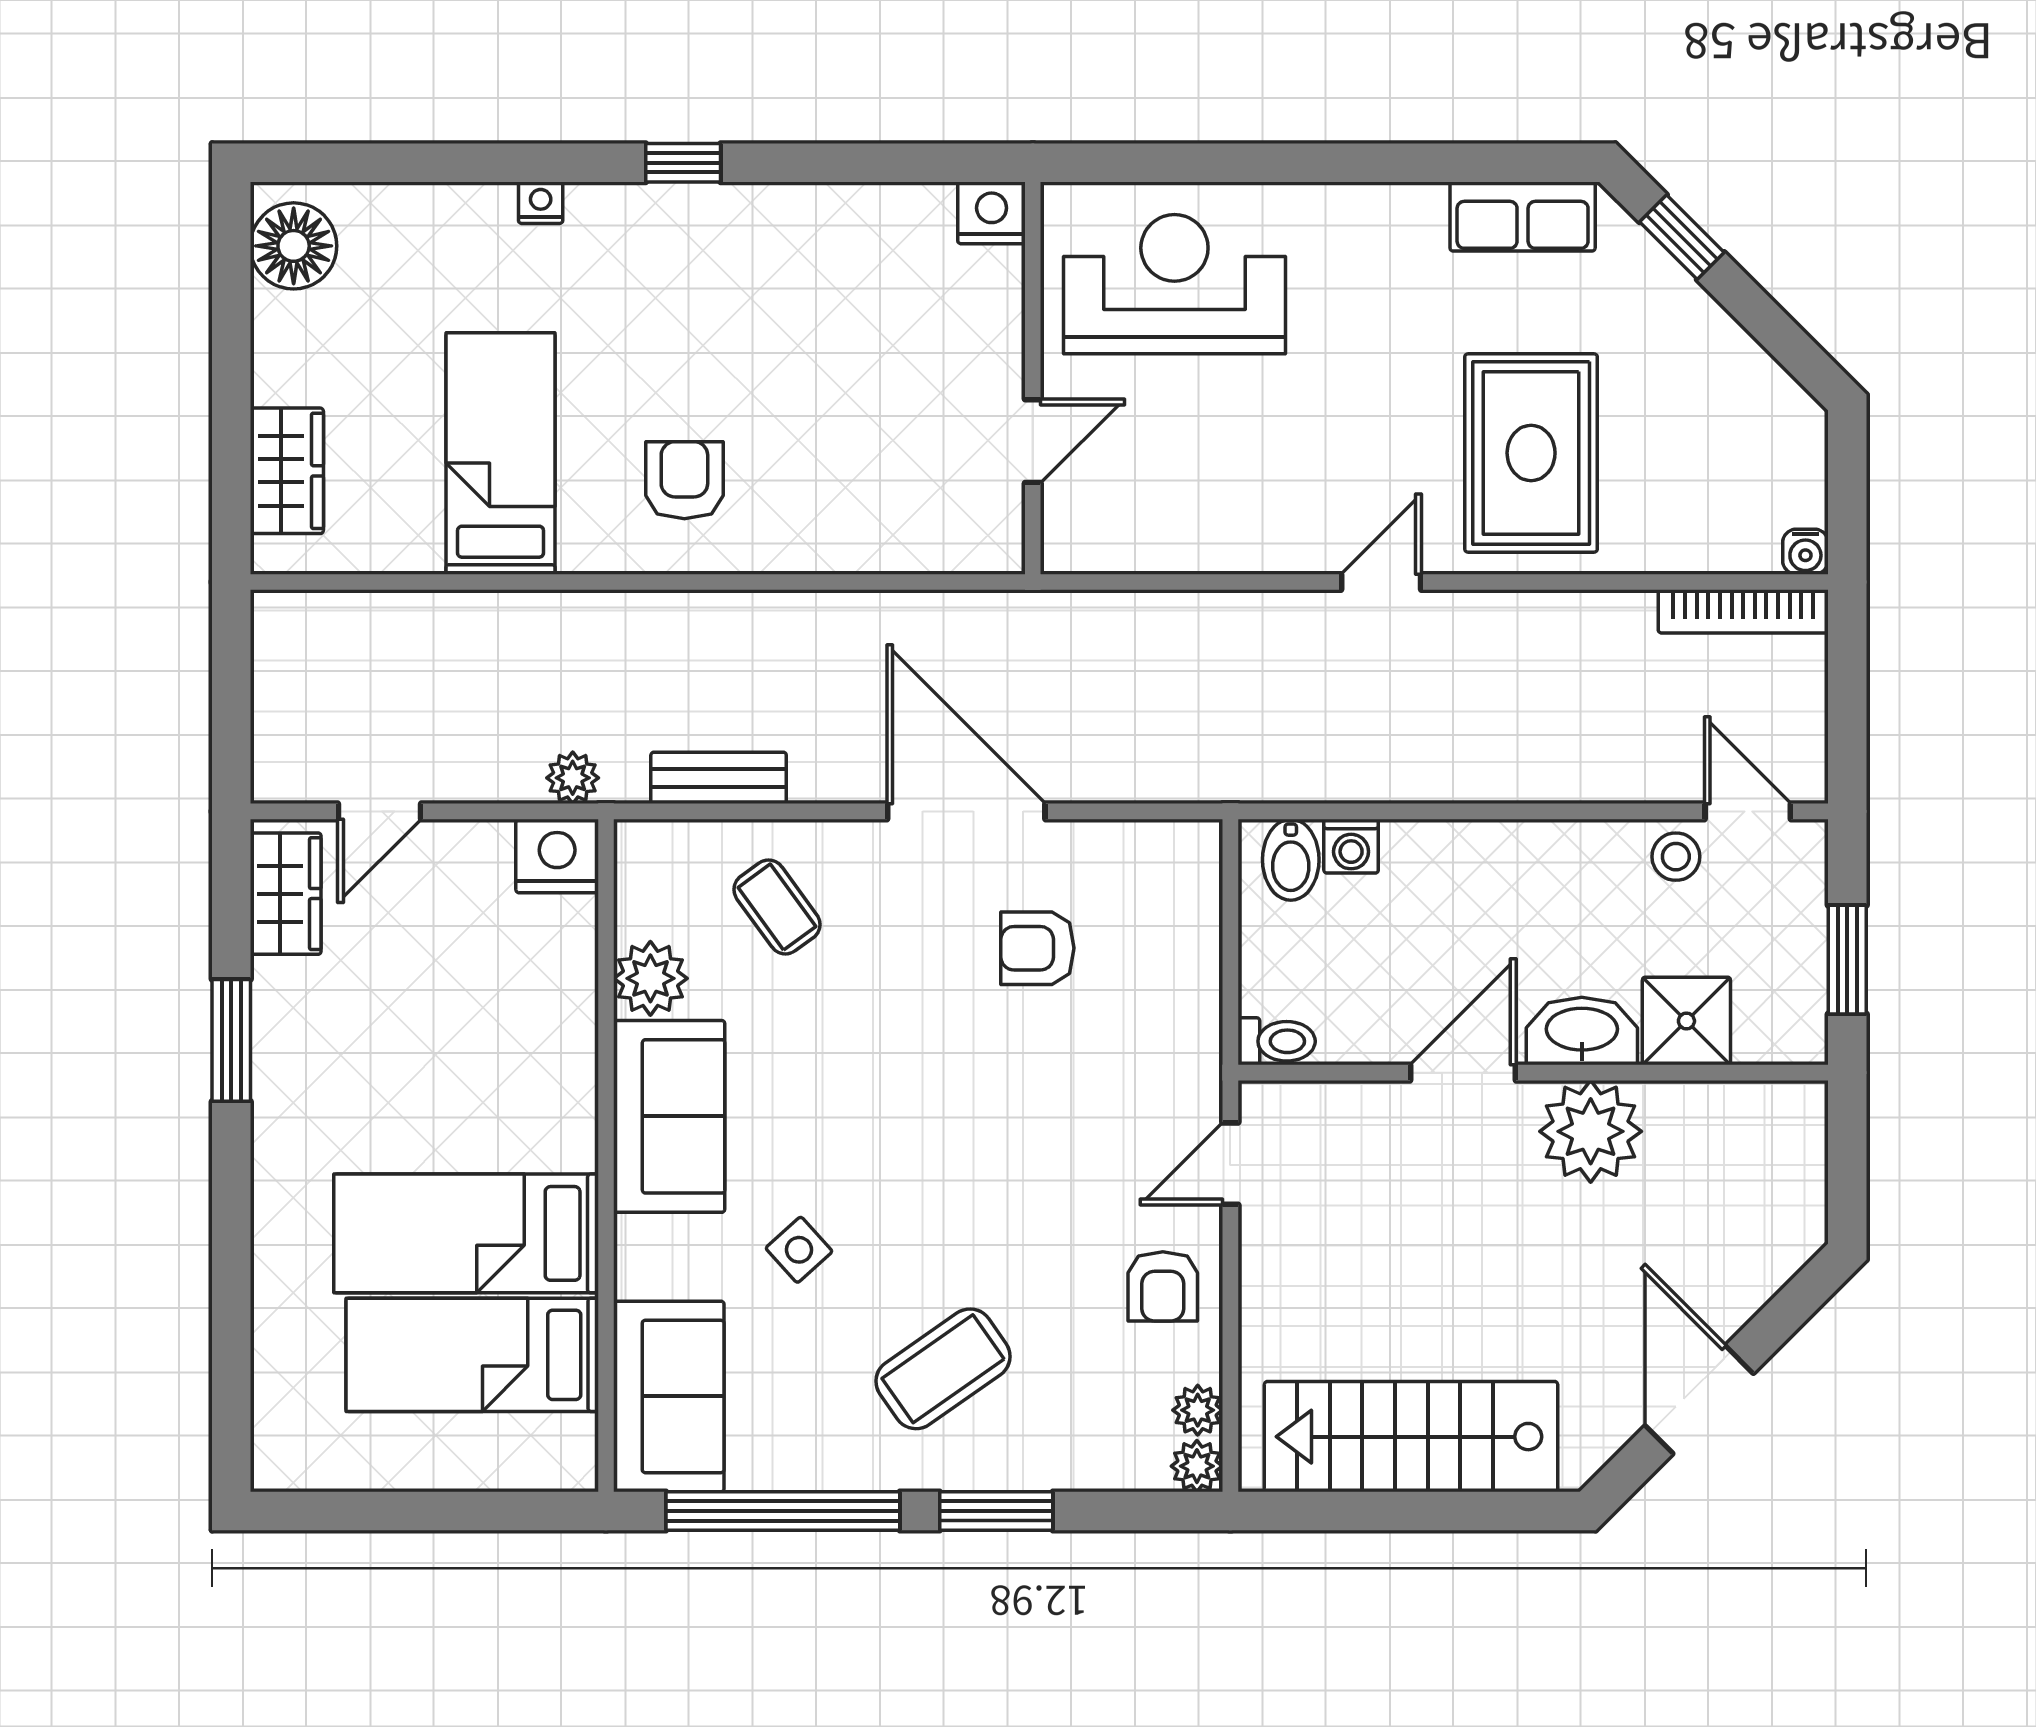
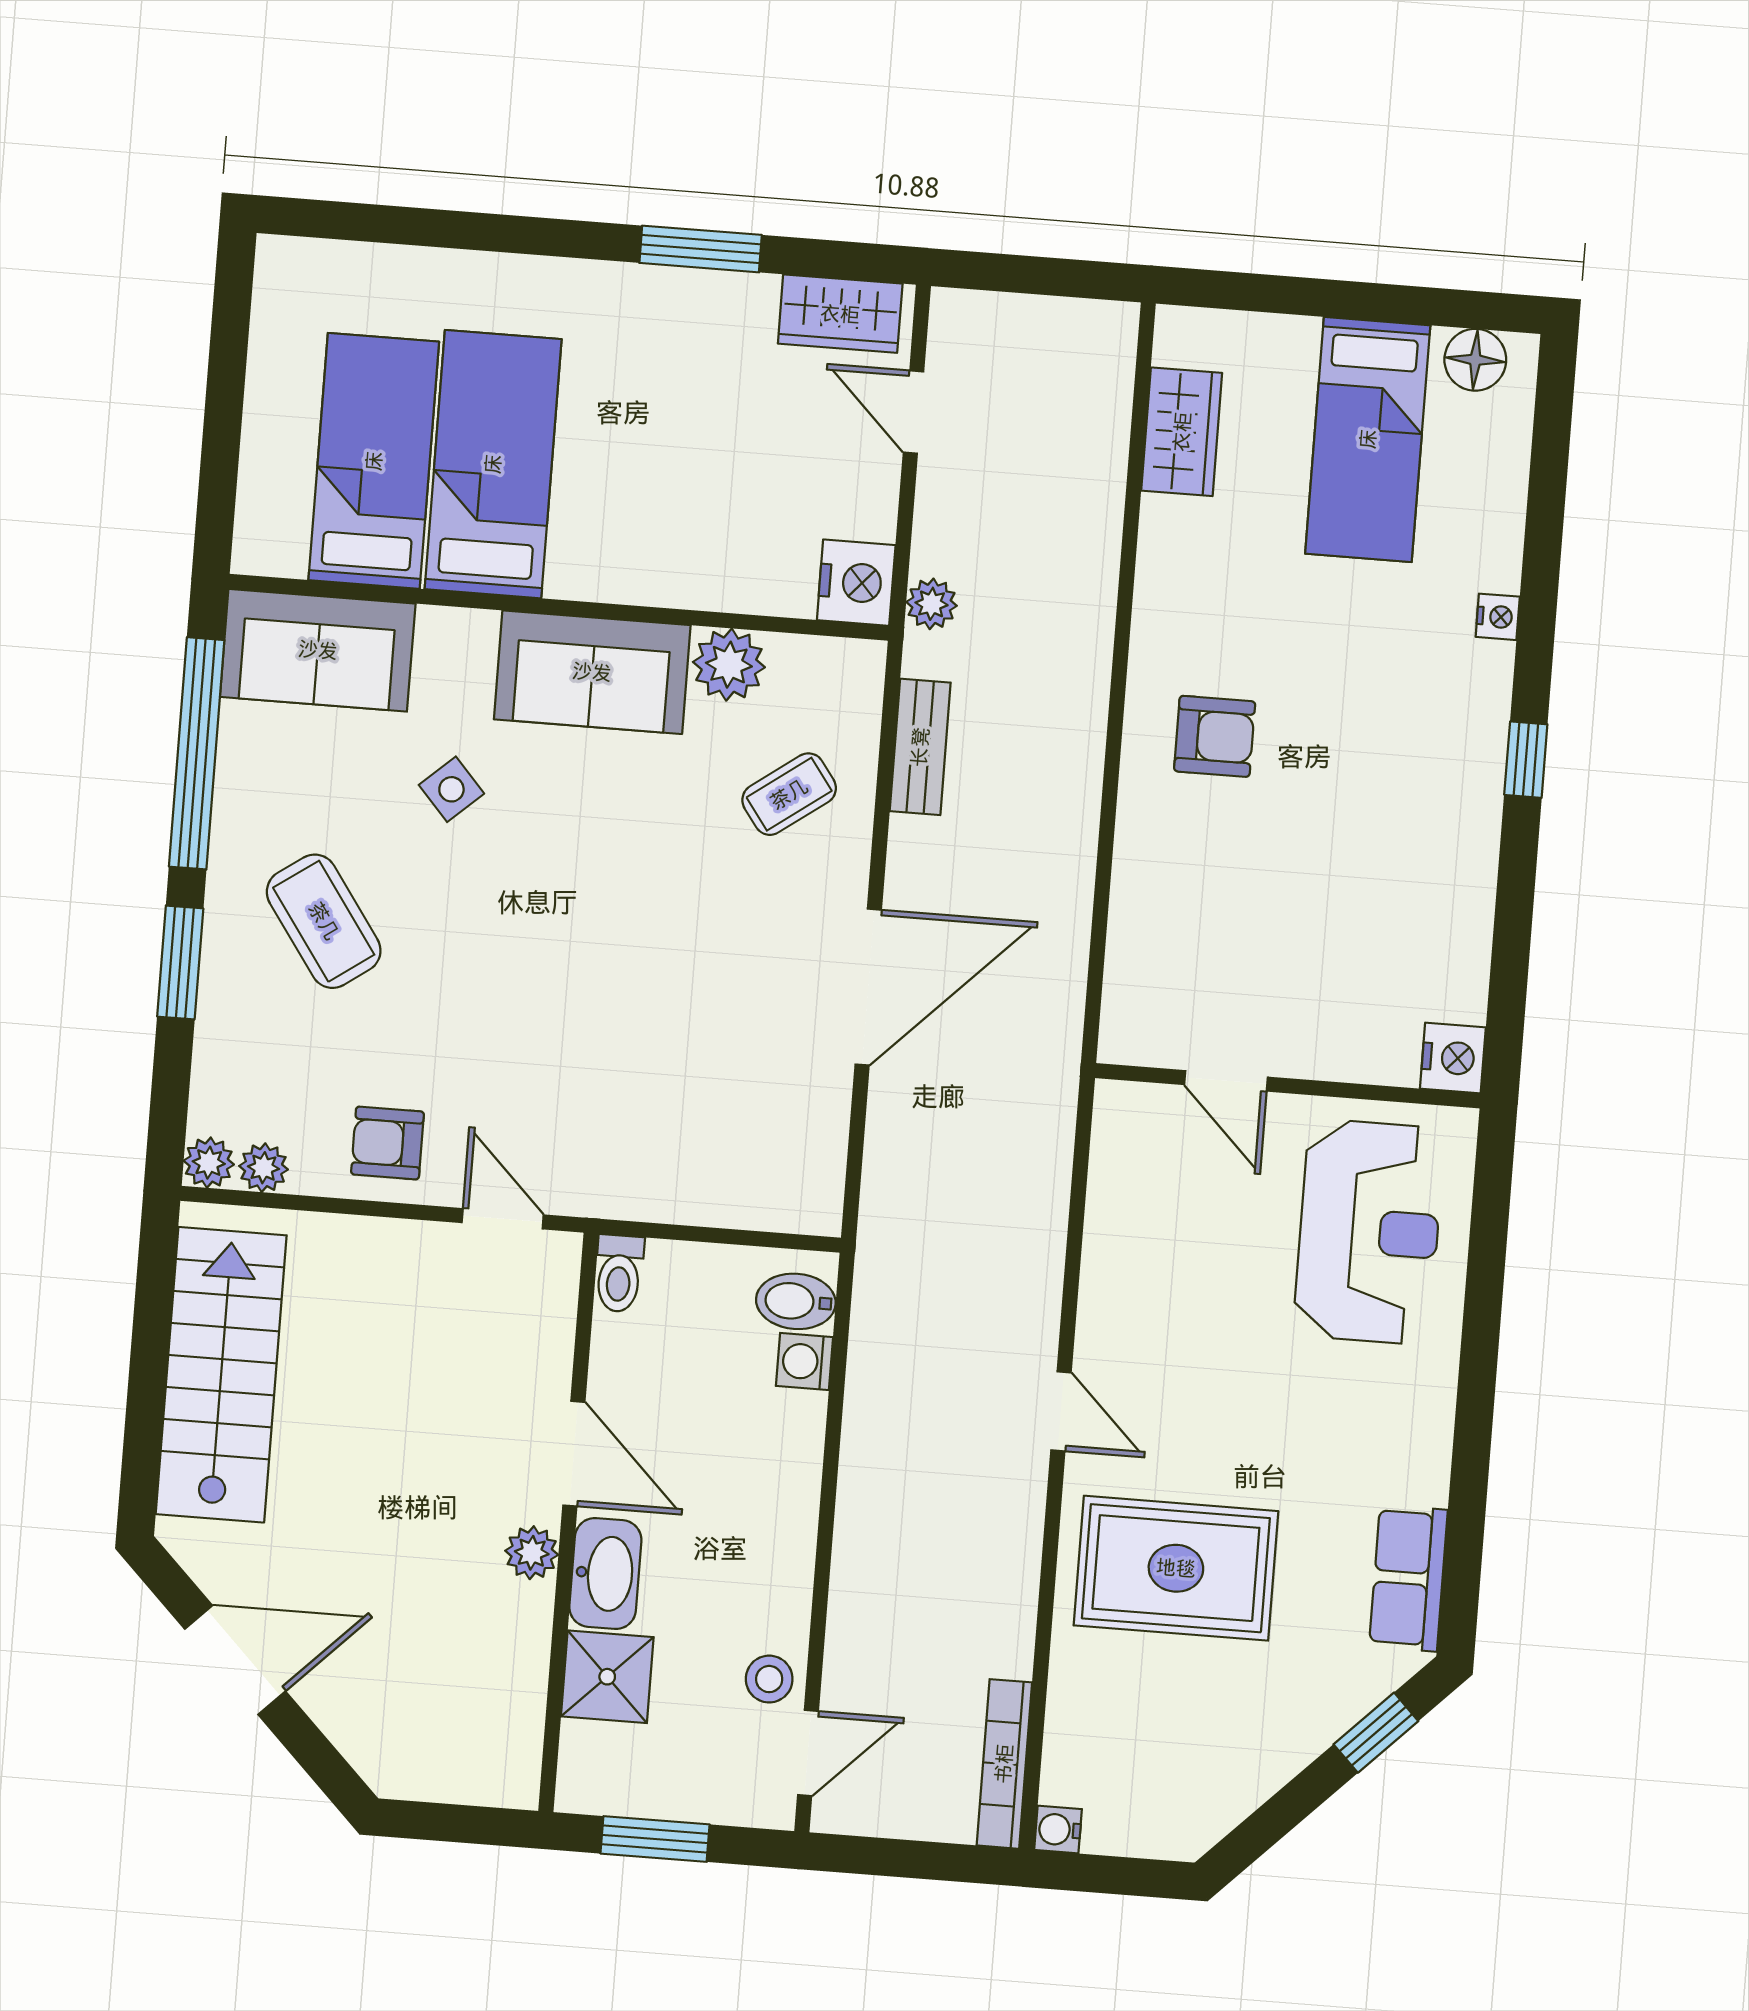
floor lamp: (294, 246) -> (1475, 360), width x0.73, depth x0.73
bed: (501, 454) -> (1368, 439), moved, turned 90
wardrobe: (287, 471) -> (1182, 432), moved, turned -90
armchair: (1037, 948) -> (729, 1046), removed
plant: (1591, 1131) -> (532, 1553), width x0.53, depth x0.53

